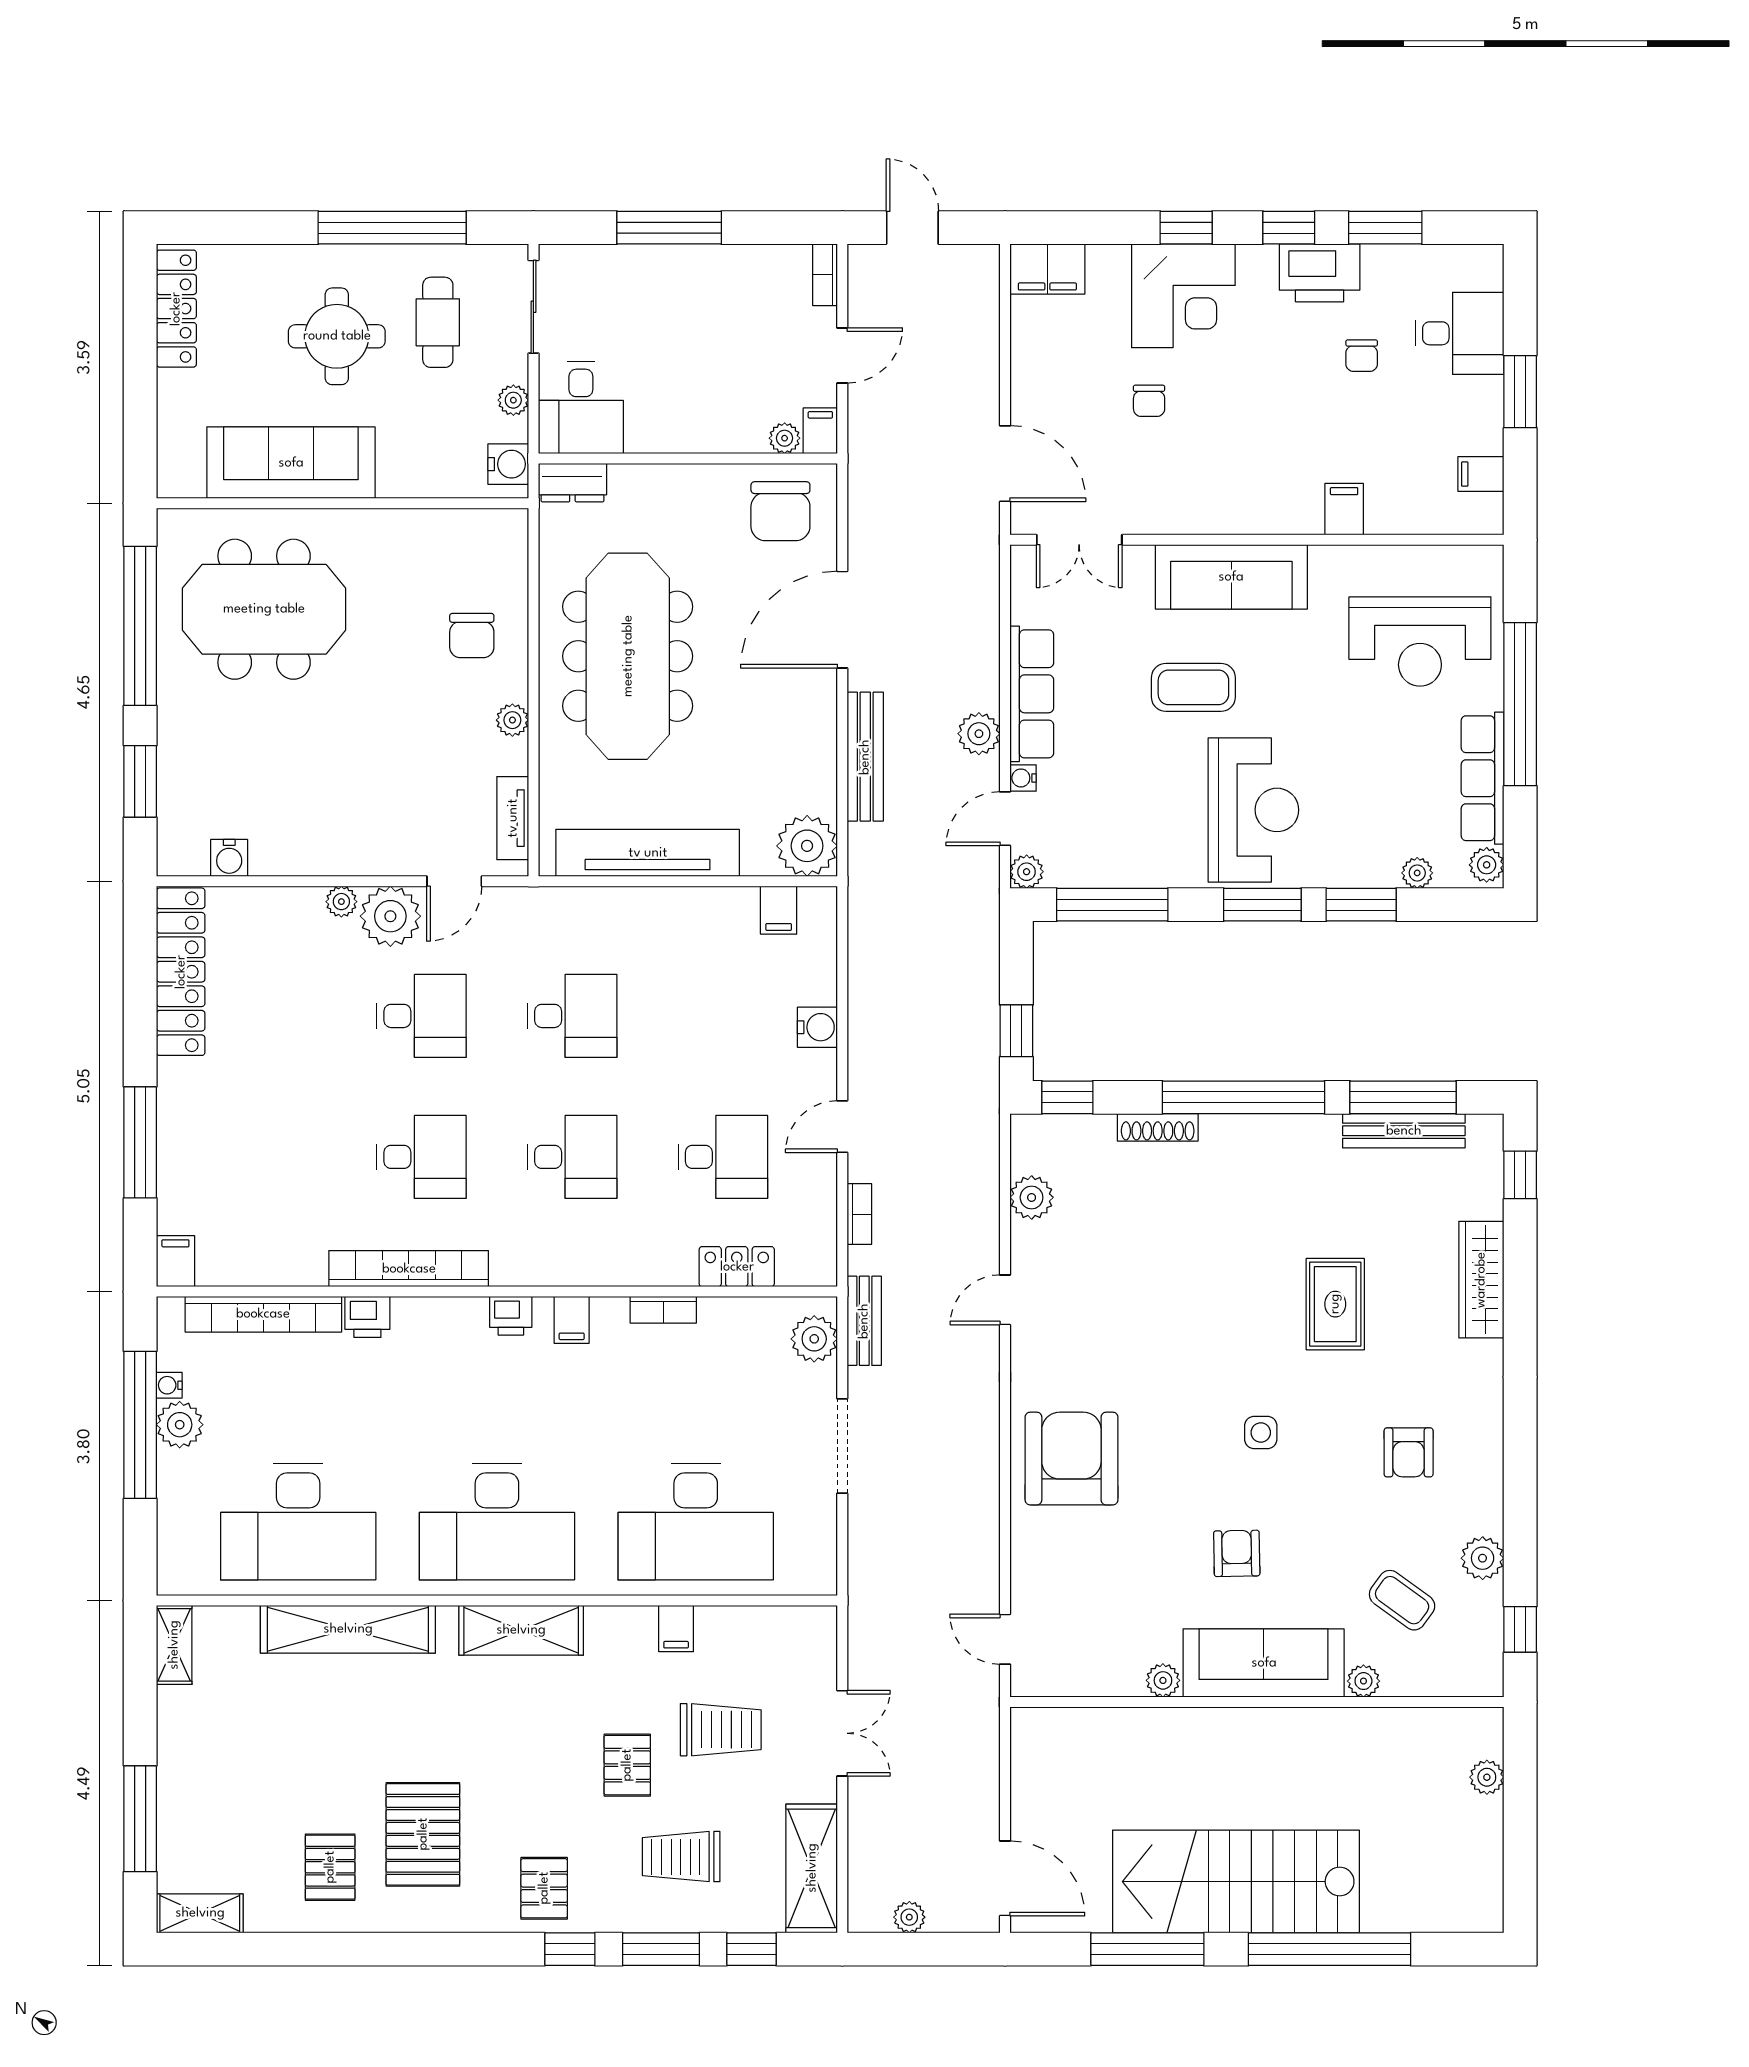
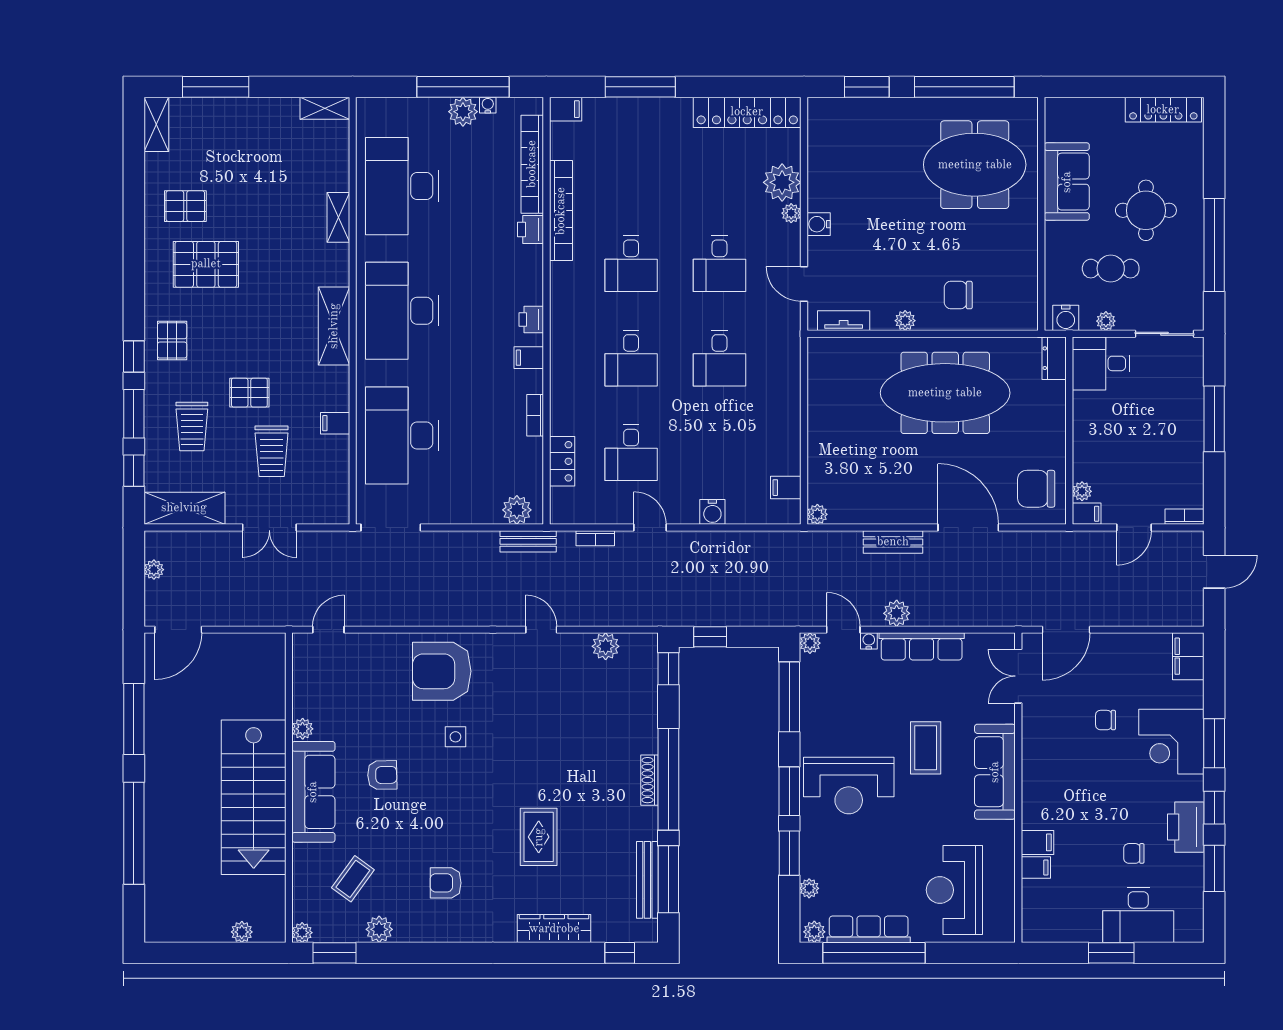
window: (1186, 228) -> (1214, 743), width x1.50
cafe table: (438, 322) -> (1111, 269), moved
desk: (1460, 333) -> (1138, 915), width x1.37
door: (842, 355) -> (1134, 528), hinge flipped
sofa: (291, 463) -> (1067, 182), width x0.73
filing cabinet: (1481, 474) -> (1036, 867), moved, turned 90
meeting table: (264, 609) -> (975, 165), turned 90
window: (1520, 704) -> (874, 953), moved
bench: (865, 757) -> (893, 542), width x0.73
plant: (807, 846) -> (817, 514), width x0.53, depth x0.53
tv unit: (648, 853) -> (822, 405), removed
water cooler: (229, 858) -> (819, 224), moved
plant: (390, 916) -> (782, 182), moved
shoe rack: (1158, 1127) -> (650, 780), moved
bookcase: (409, 1269) -> (561, 211), moved
rug: (1335, 1304) -> (539, 837), turned 90
side table: (1261, 1433) -> (455, 737), moved
doorway: (842, 1446) -> (391, 528), moved
armchair: (1071, 1459) -> (442, 671), turned 180
shelving: (348, 1629) -> (338, 217), width x0.45, depth x0.75
window: (1520, 1629) -> (335, 953), width x1.50
plant: (1363, 1681) -> (302, 933), moved
trolley: (681, 1857) -> (192, 426), turned 180
stairs: (1236, 1882) -> (254, 797), moved, turned 180
pallet: (544, 1888) -> (172, 340), turned 90

